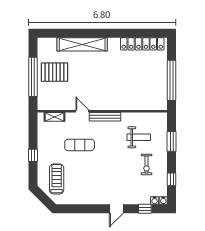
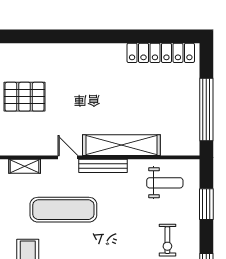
shelving: (82, 44) -> (121, 145), moved
weight bench: (139, 137) -> (165, 183), moved
exercise mat: (80, 145) -> (63, 210), width x1.36, depth x1.45

